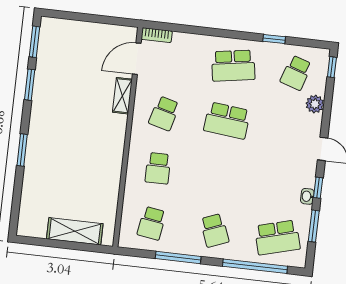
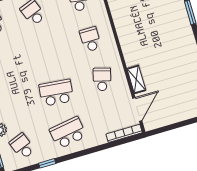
bookcase: (157, 35) -> (124, 133), width x1.56
school desk: (296, 73) -> (22, 146), turned -39

